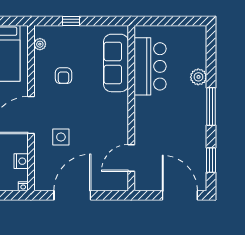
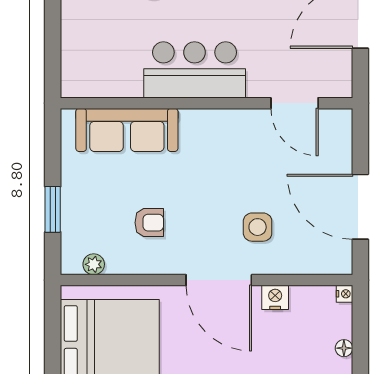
window: (71, 21) -> (53, 209), width x1.50
bar counter: (150, 66) -> (195, 70), moved
nightstand: (21, 161) -> (275, 297), moved

